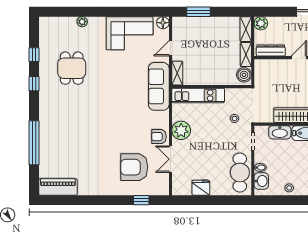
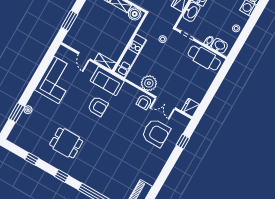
window: (73, 12) -> (17, 113), added
floor lamp: (163, 23) -> (63, 51), removed
dining table: (72, 68) -> (66, 143), moved
window: (34, 84) -> (62, 176), moved
sofa: (159, 86) -> (107, 81), width x0.73
armchair: (127, 92) -> (98, 106), added
armchair: (134, 167) -> (156, 133), turned -90
fridge: (201, 188) -> (190, 108), moved

